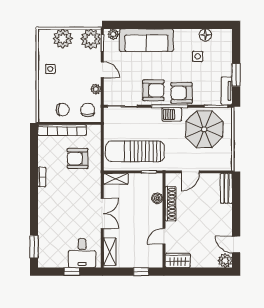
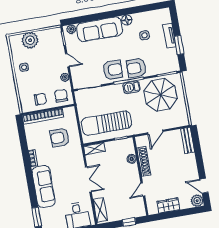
floor lamp: (205, 35) -> (127, 20), moved
plant: (91, 39) -> (53, 36), removed
tv unit: (227, 91) -> (169, 36), moved
sofa: (48, 212) -> (44, 186), added
wardrobe: (178, 260) -> (168, 206), moved

